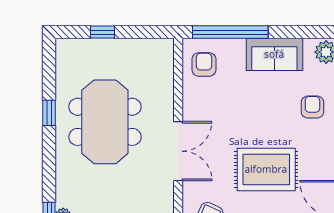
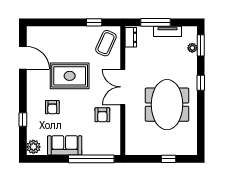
armchair: (204, 65) -> (102, 115), moved
armchair: (312, 107) -> (52, 107), moved
window: (49, 113) -> (201, 83), moved

